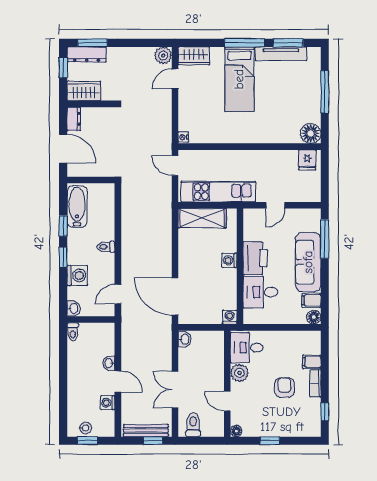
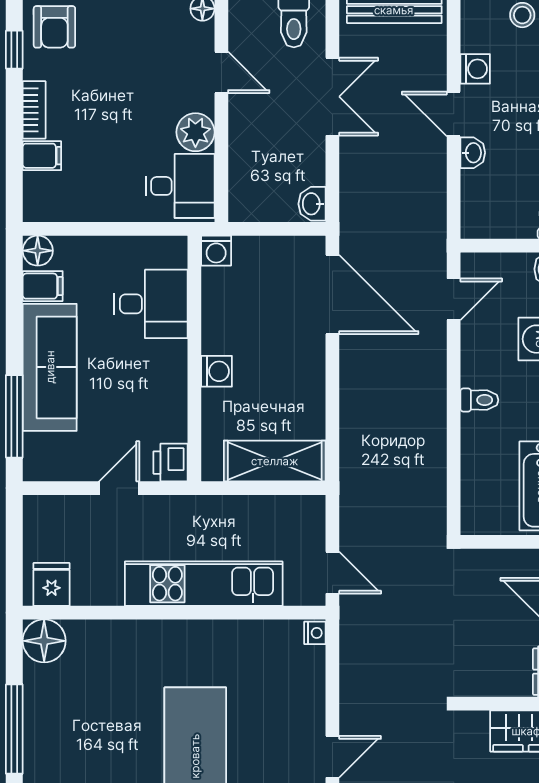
kitchen unit: (218, 192) -> (204, 584), moved, turned 180
printer: (255, 258) -> (171, 463), moved, width x0.53, depth x0.68
armchair: (284, 387) -> (54, 27), moved

